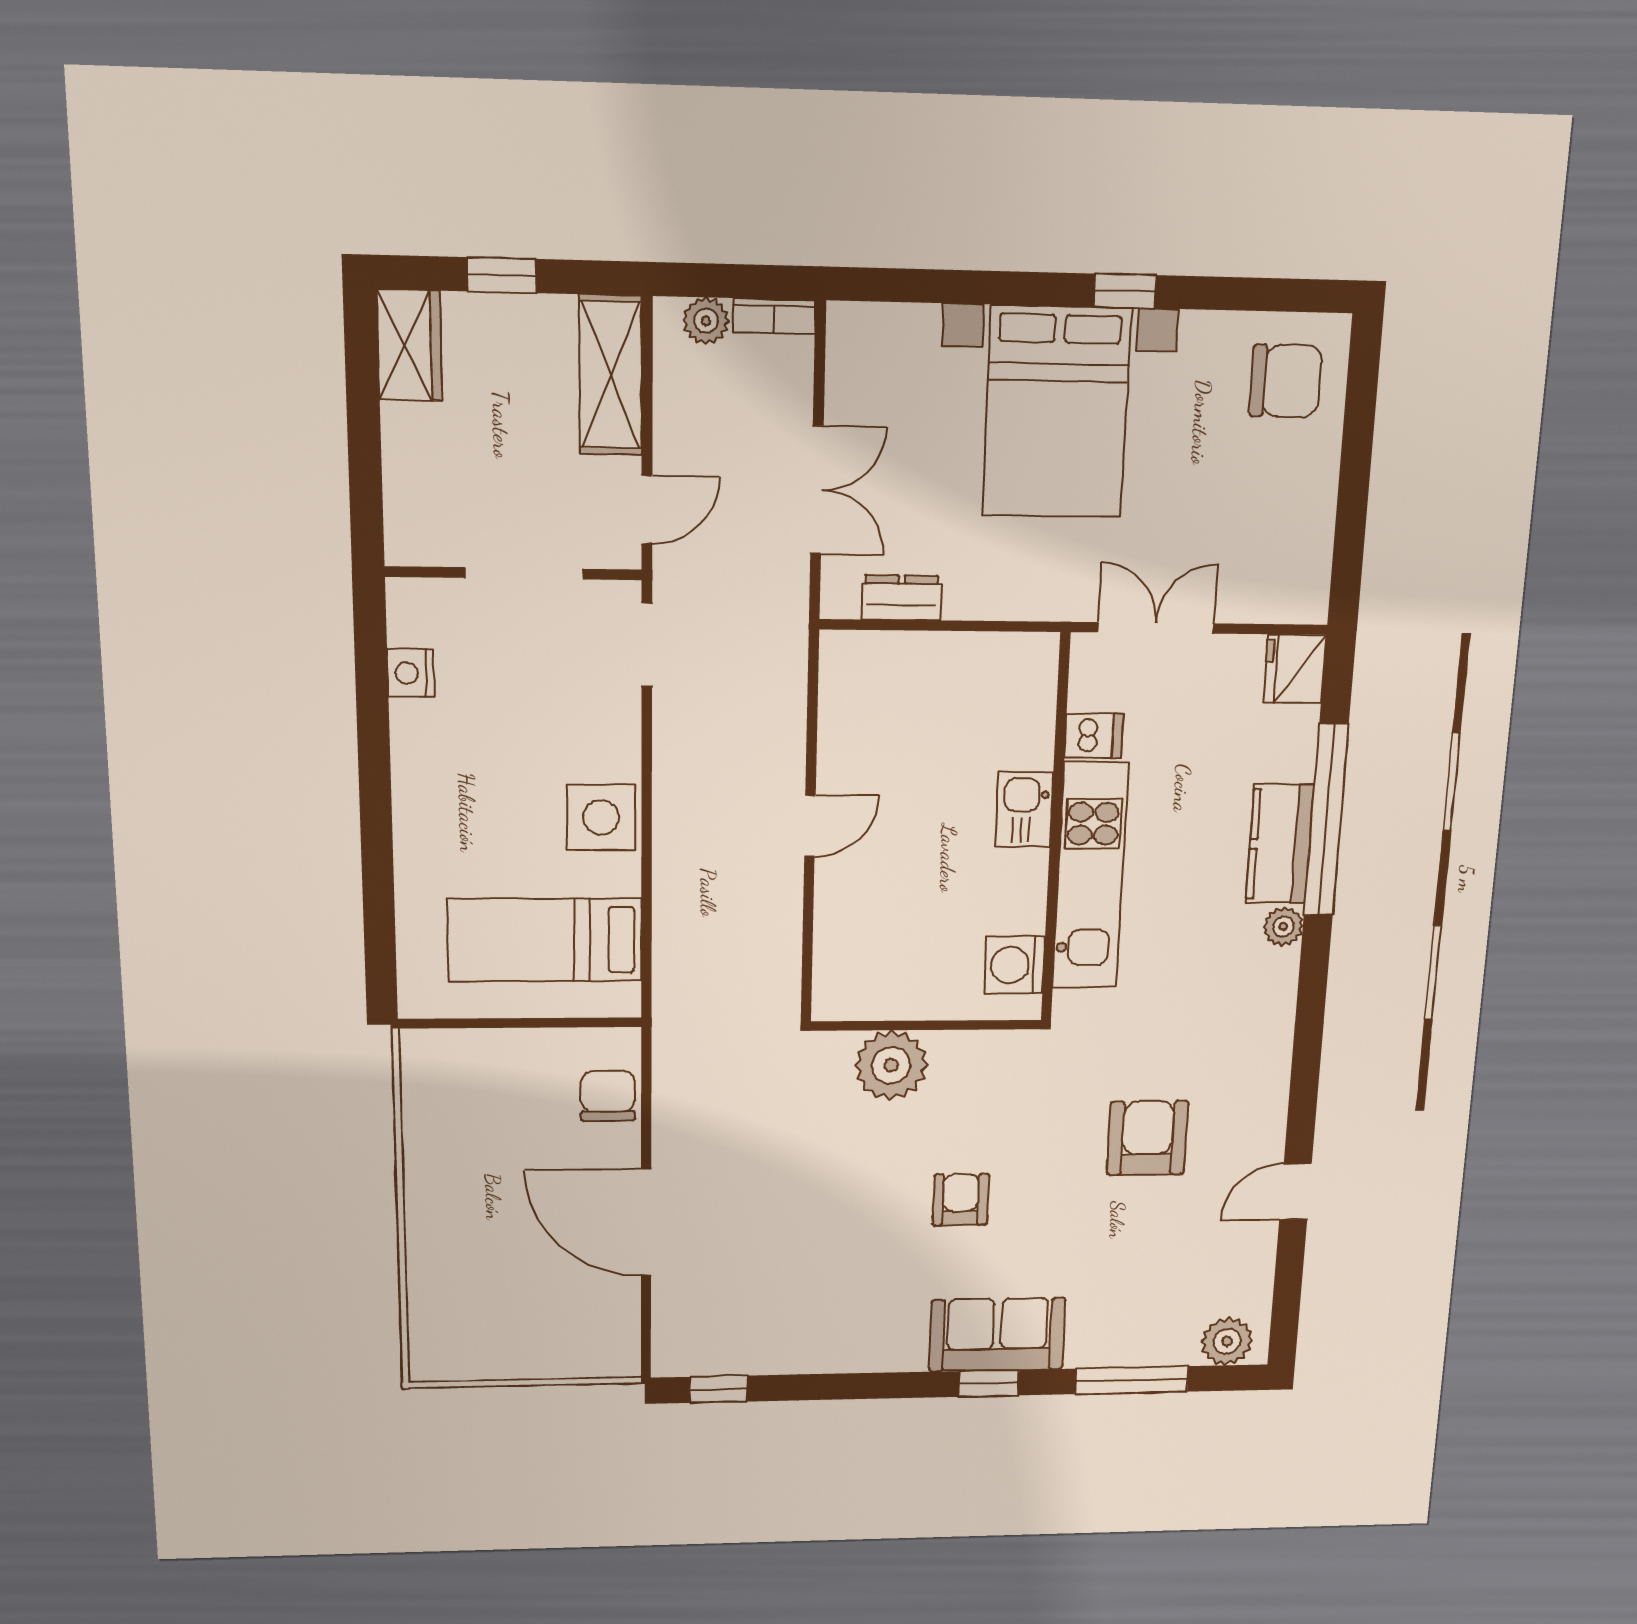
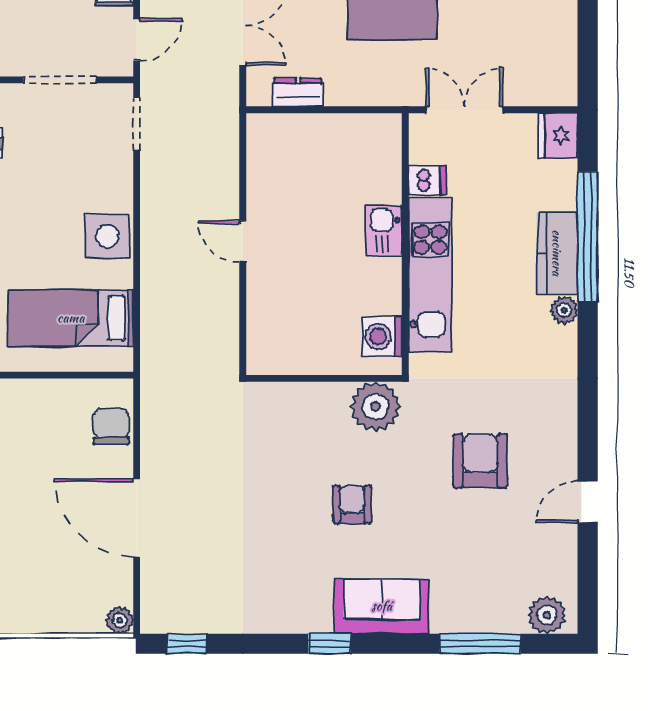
door: (810, 826) -> (243, 241), swing flipped
plant: (891, 1065) -> (376, 407), moved
plant: (621, 1360) -> (120, 620), added
window: (989, 1383) -> (329, 644), moved

